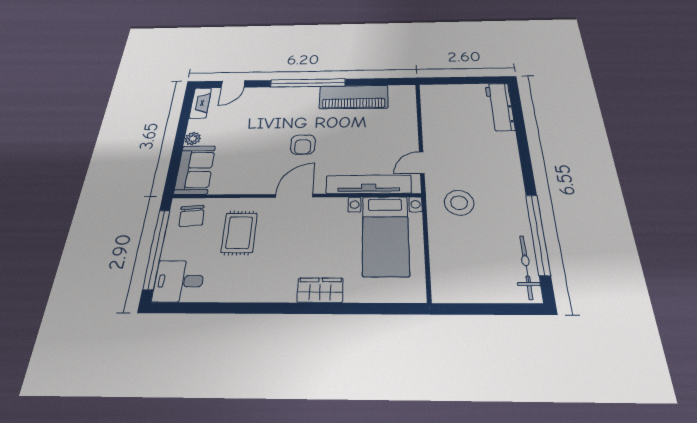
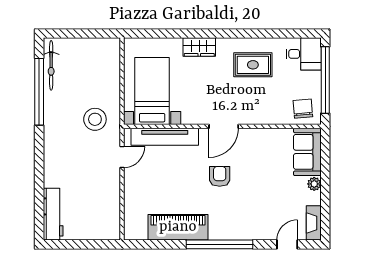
rug: (239, 233) -> (253, 65), moved, turned 90

